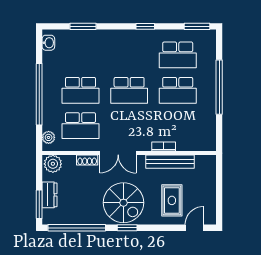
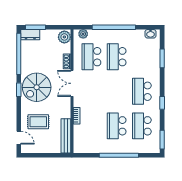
school desk: (129, 90) -> (142, 91), moved
bench: (170, 162) -> (66, 136), moved
dresser: (50, 195) -> (30, 35), moved

